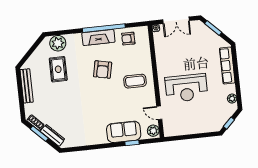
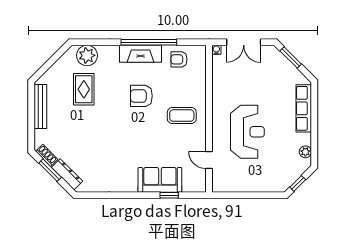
armchair: (103, 70) -> (141, 96), turned 78
reception desk: (186, 88) -> (247, 132), turned -90
plant: (153, 131) -> (198, 182), removed

